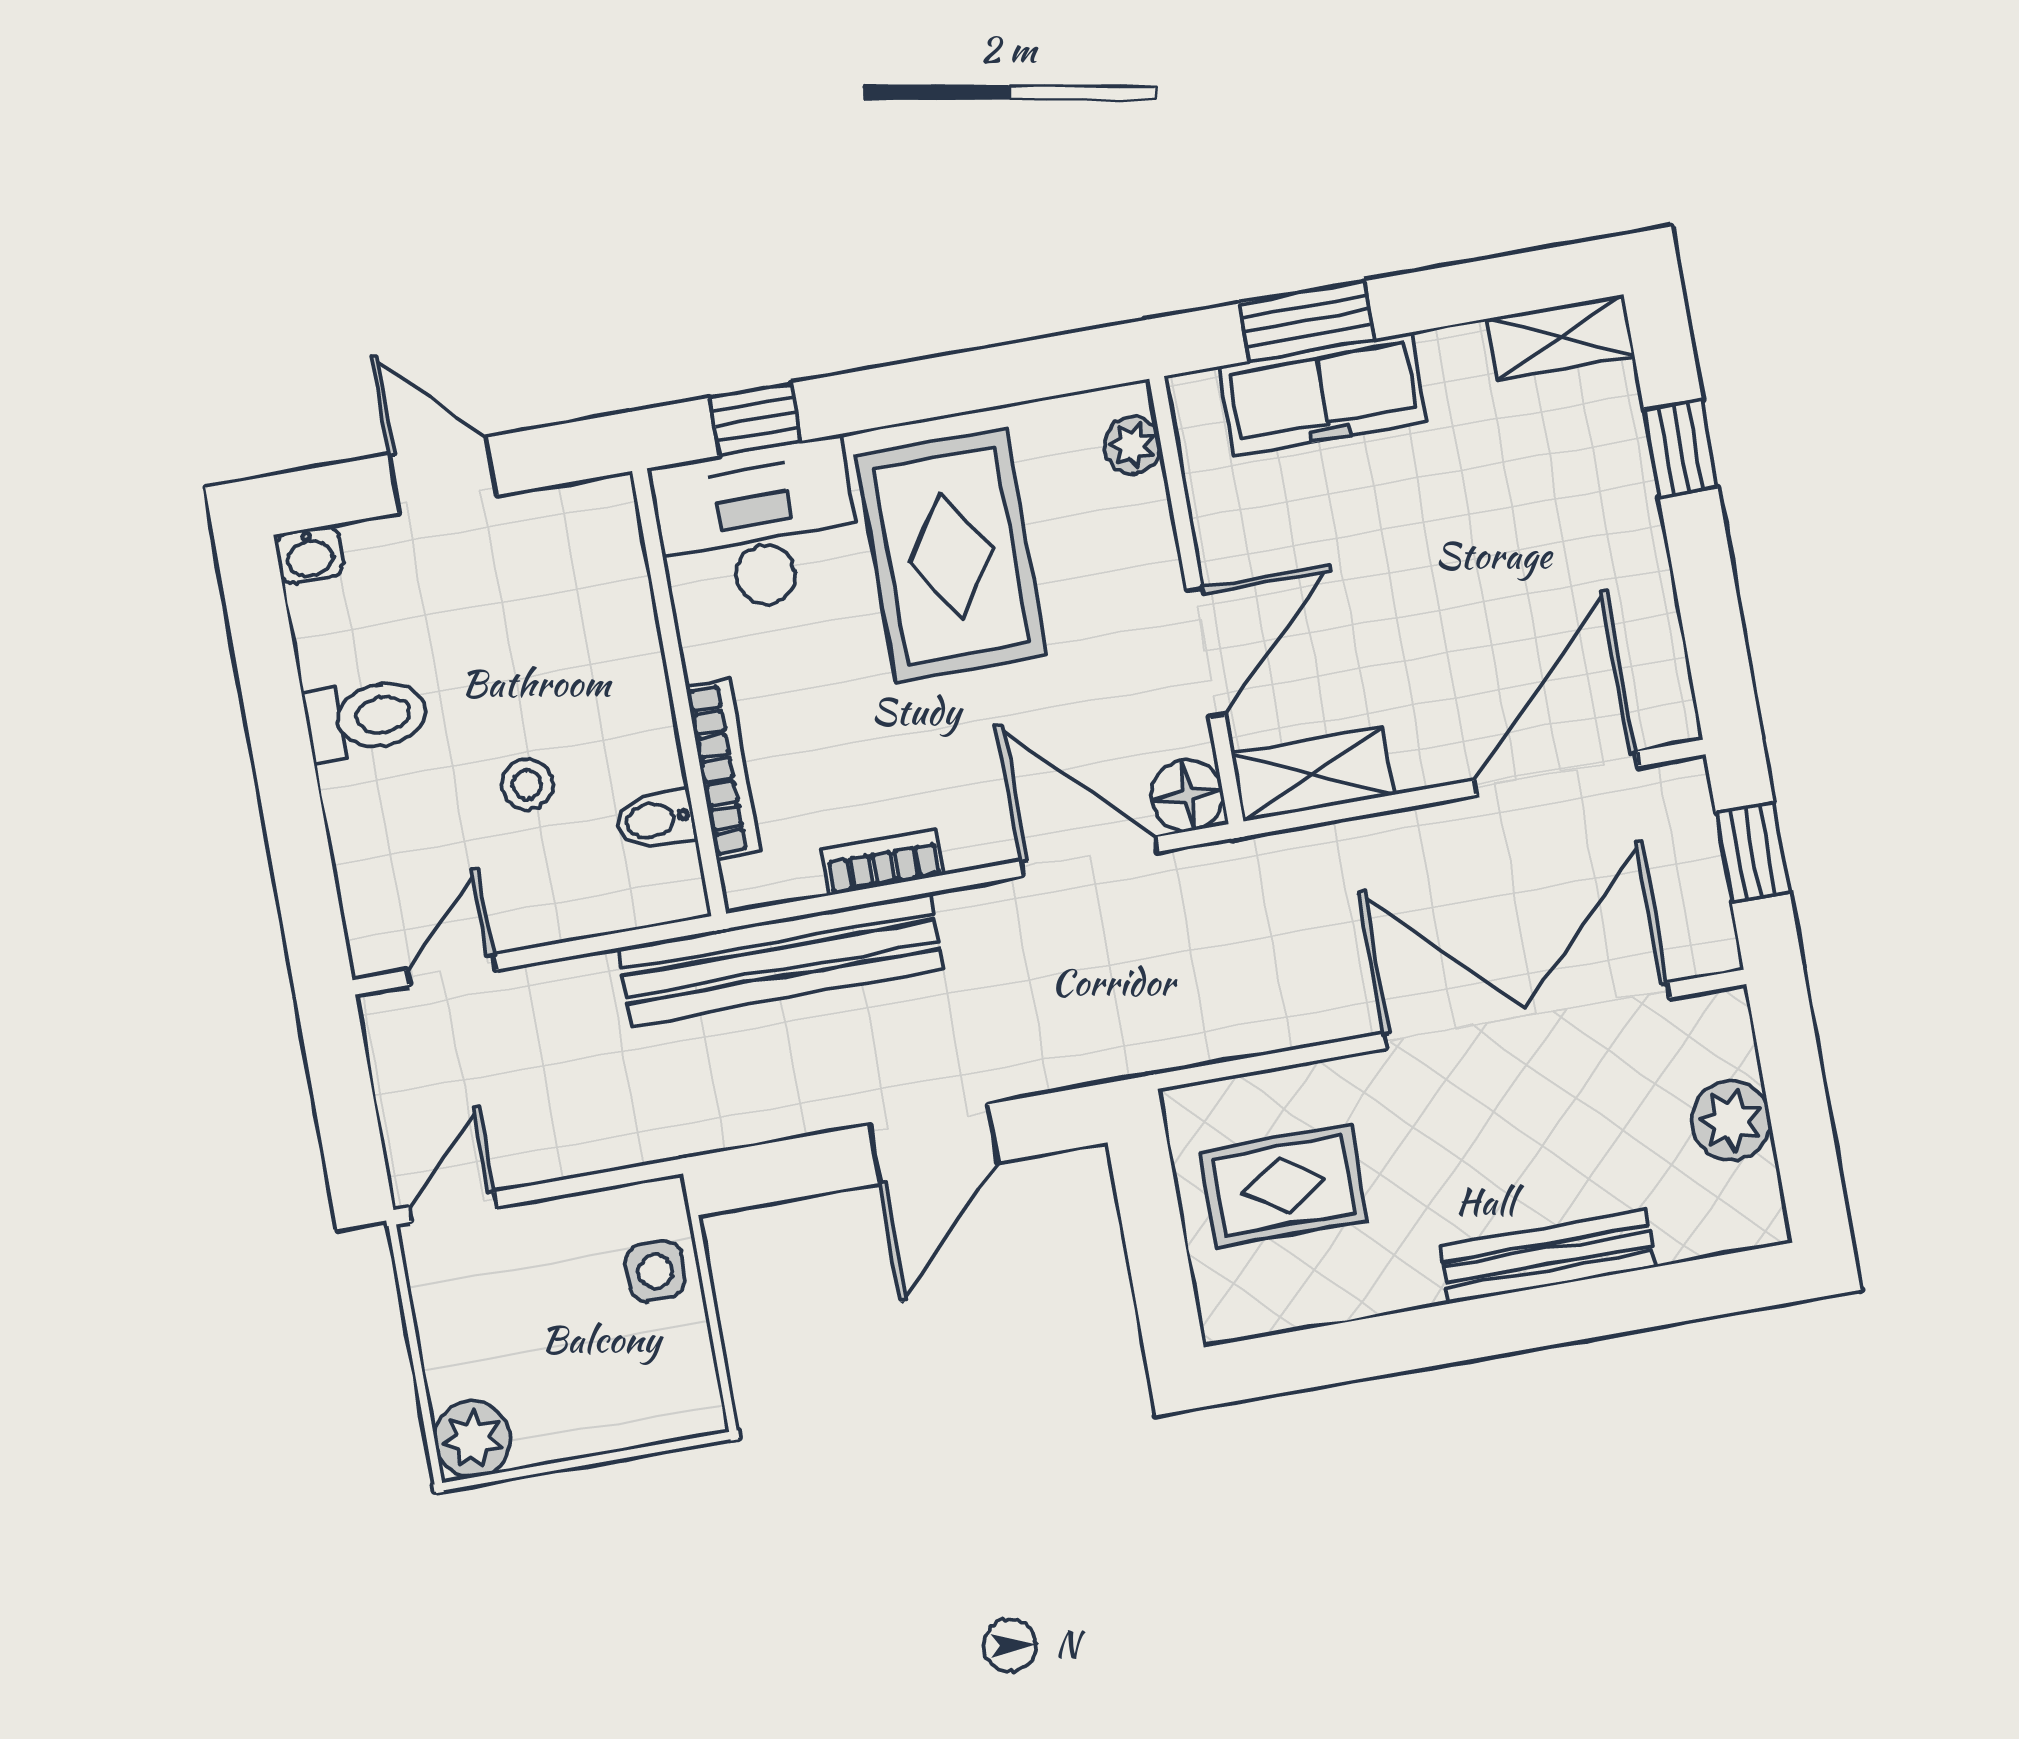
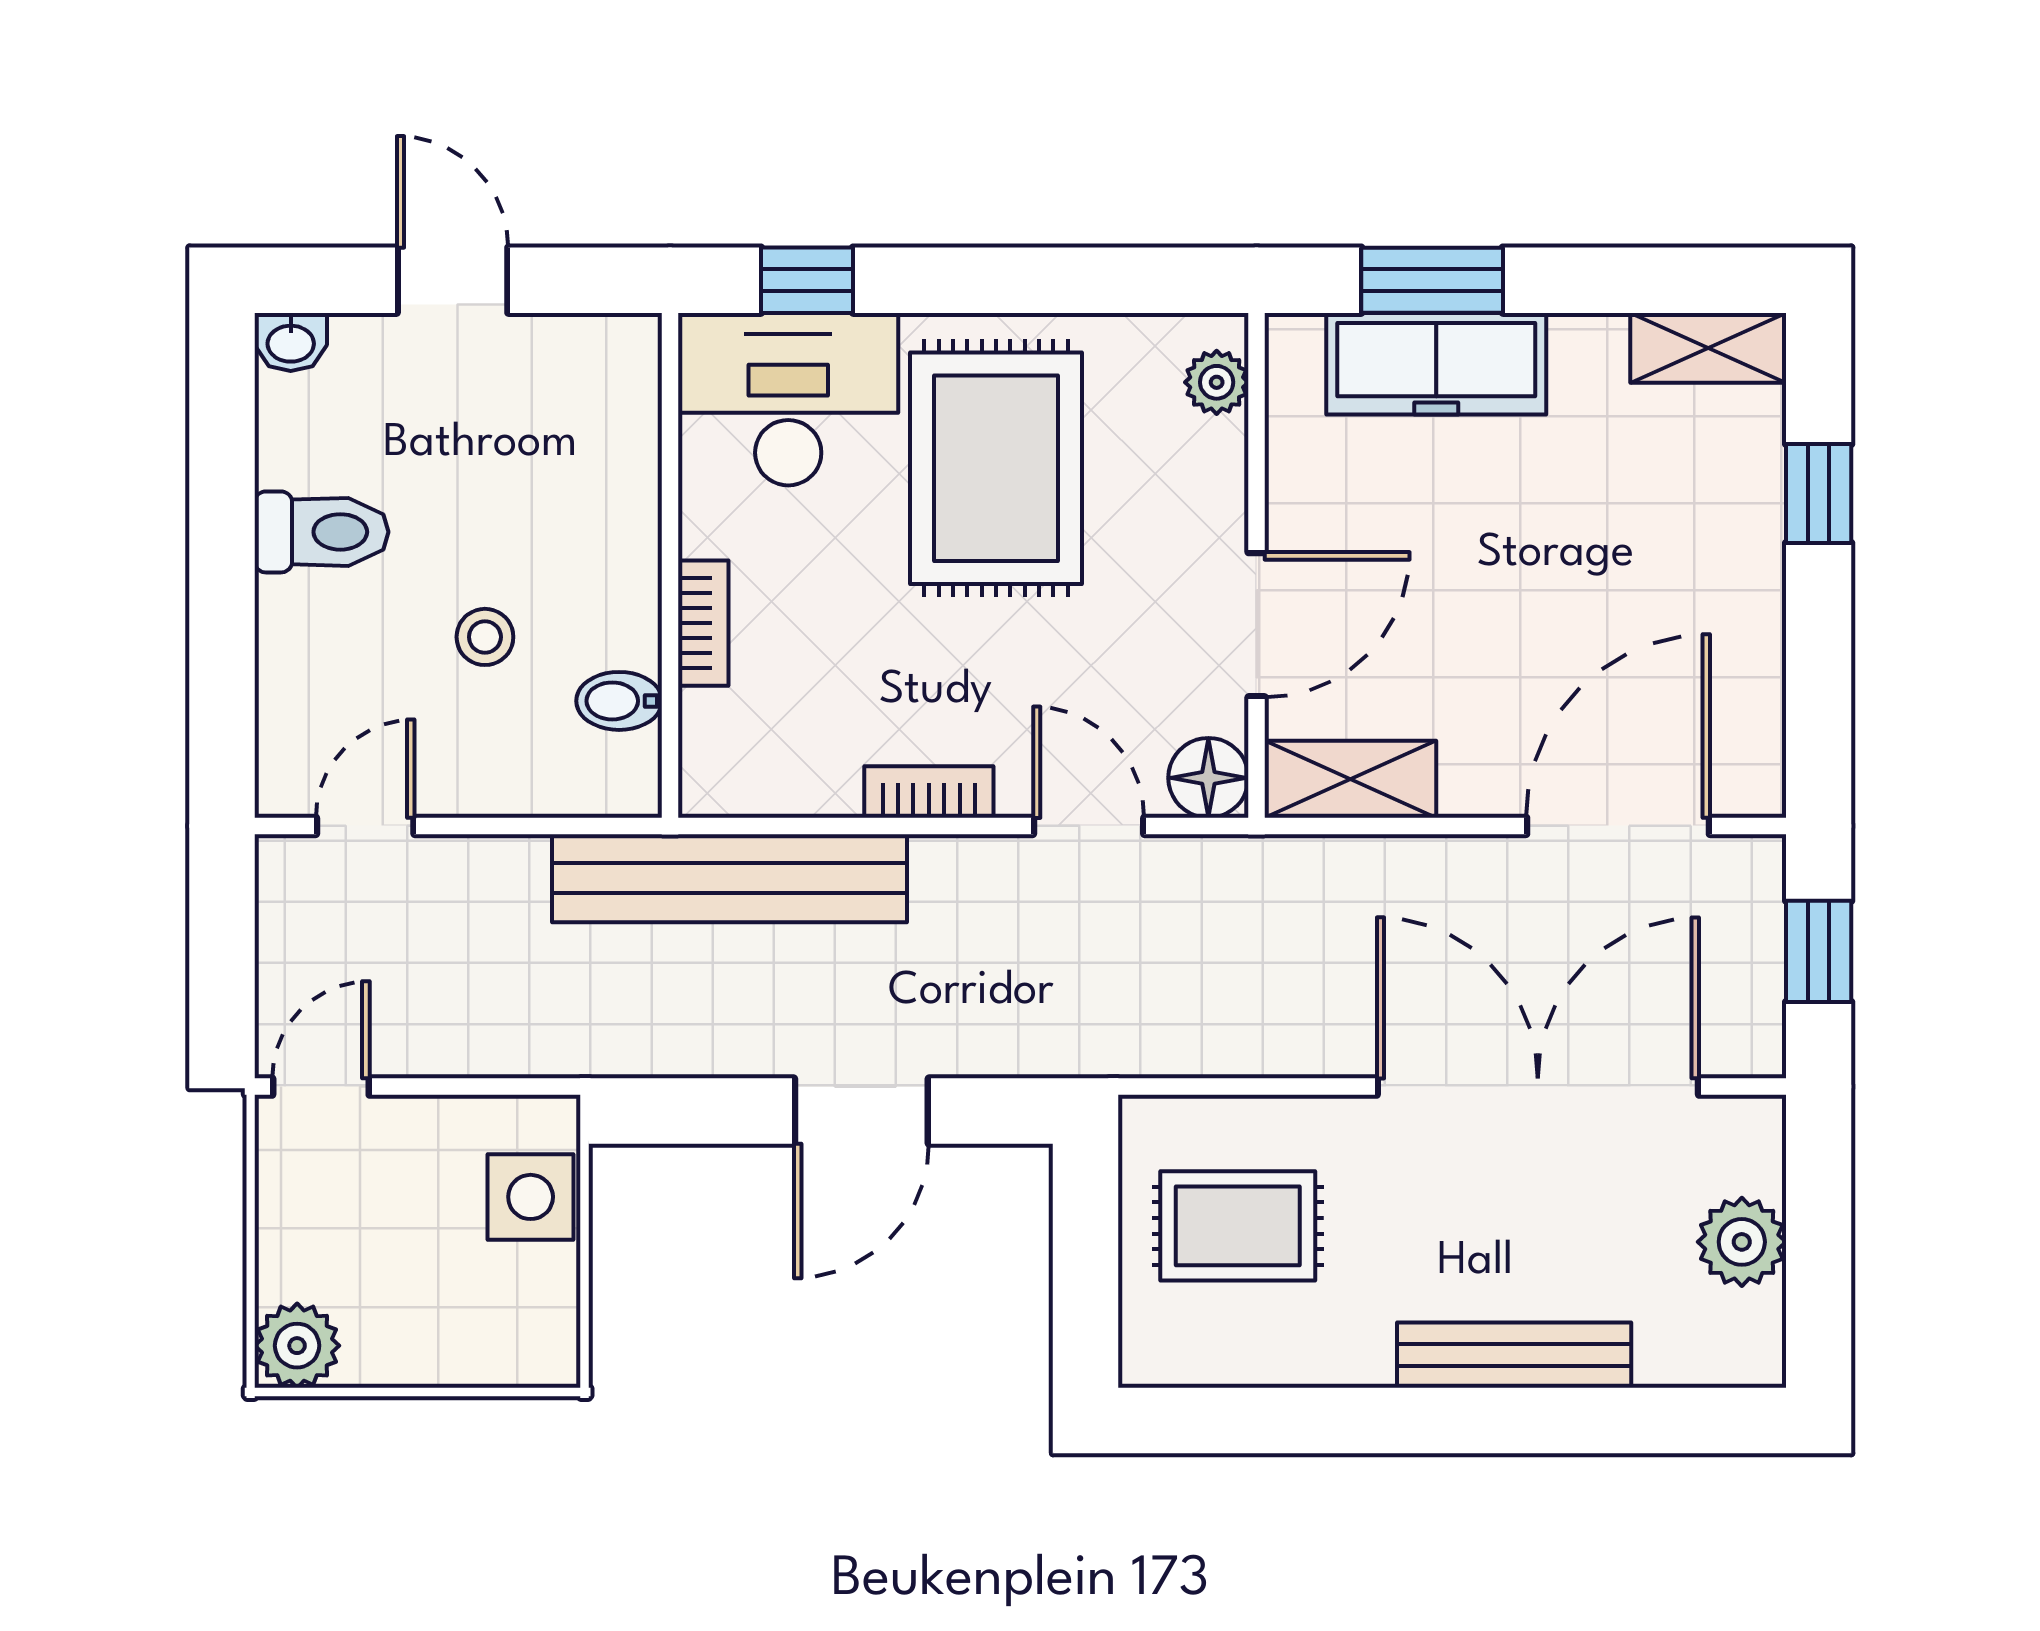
bookcase: (723, 769) -> (703, 623), width x0.64
door: (1089, 856) -> (1089, 826), width x0.73
bookcase: (883, 862) -> (929, 792), moved
side table: (655, 1271) -> (531, 1197), width x1.37, depth x1.37

